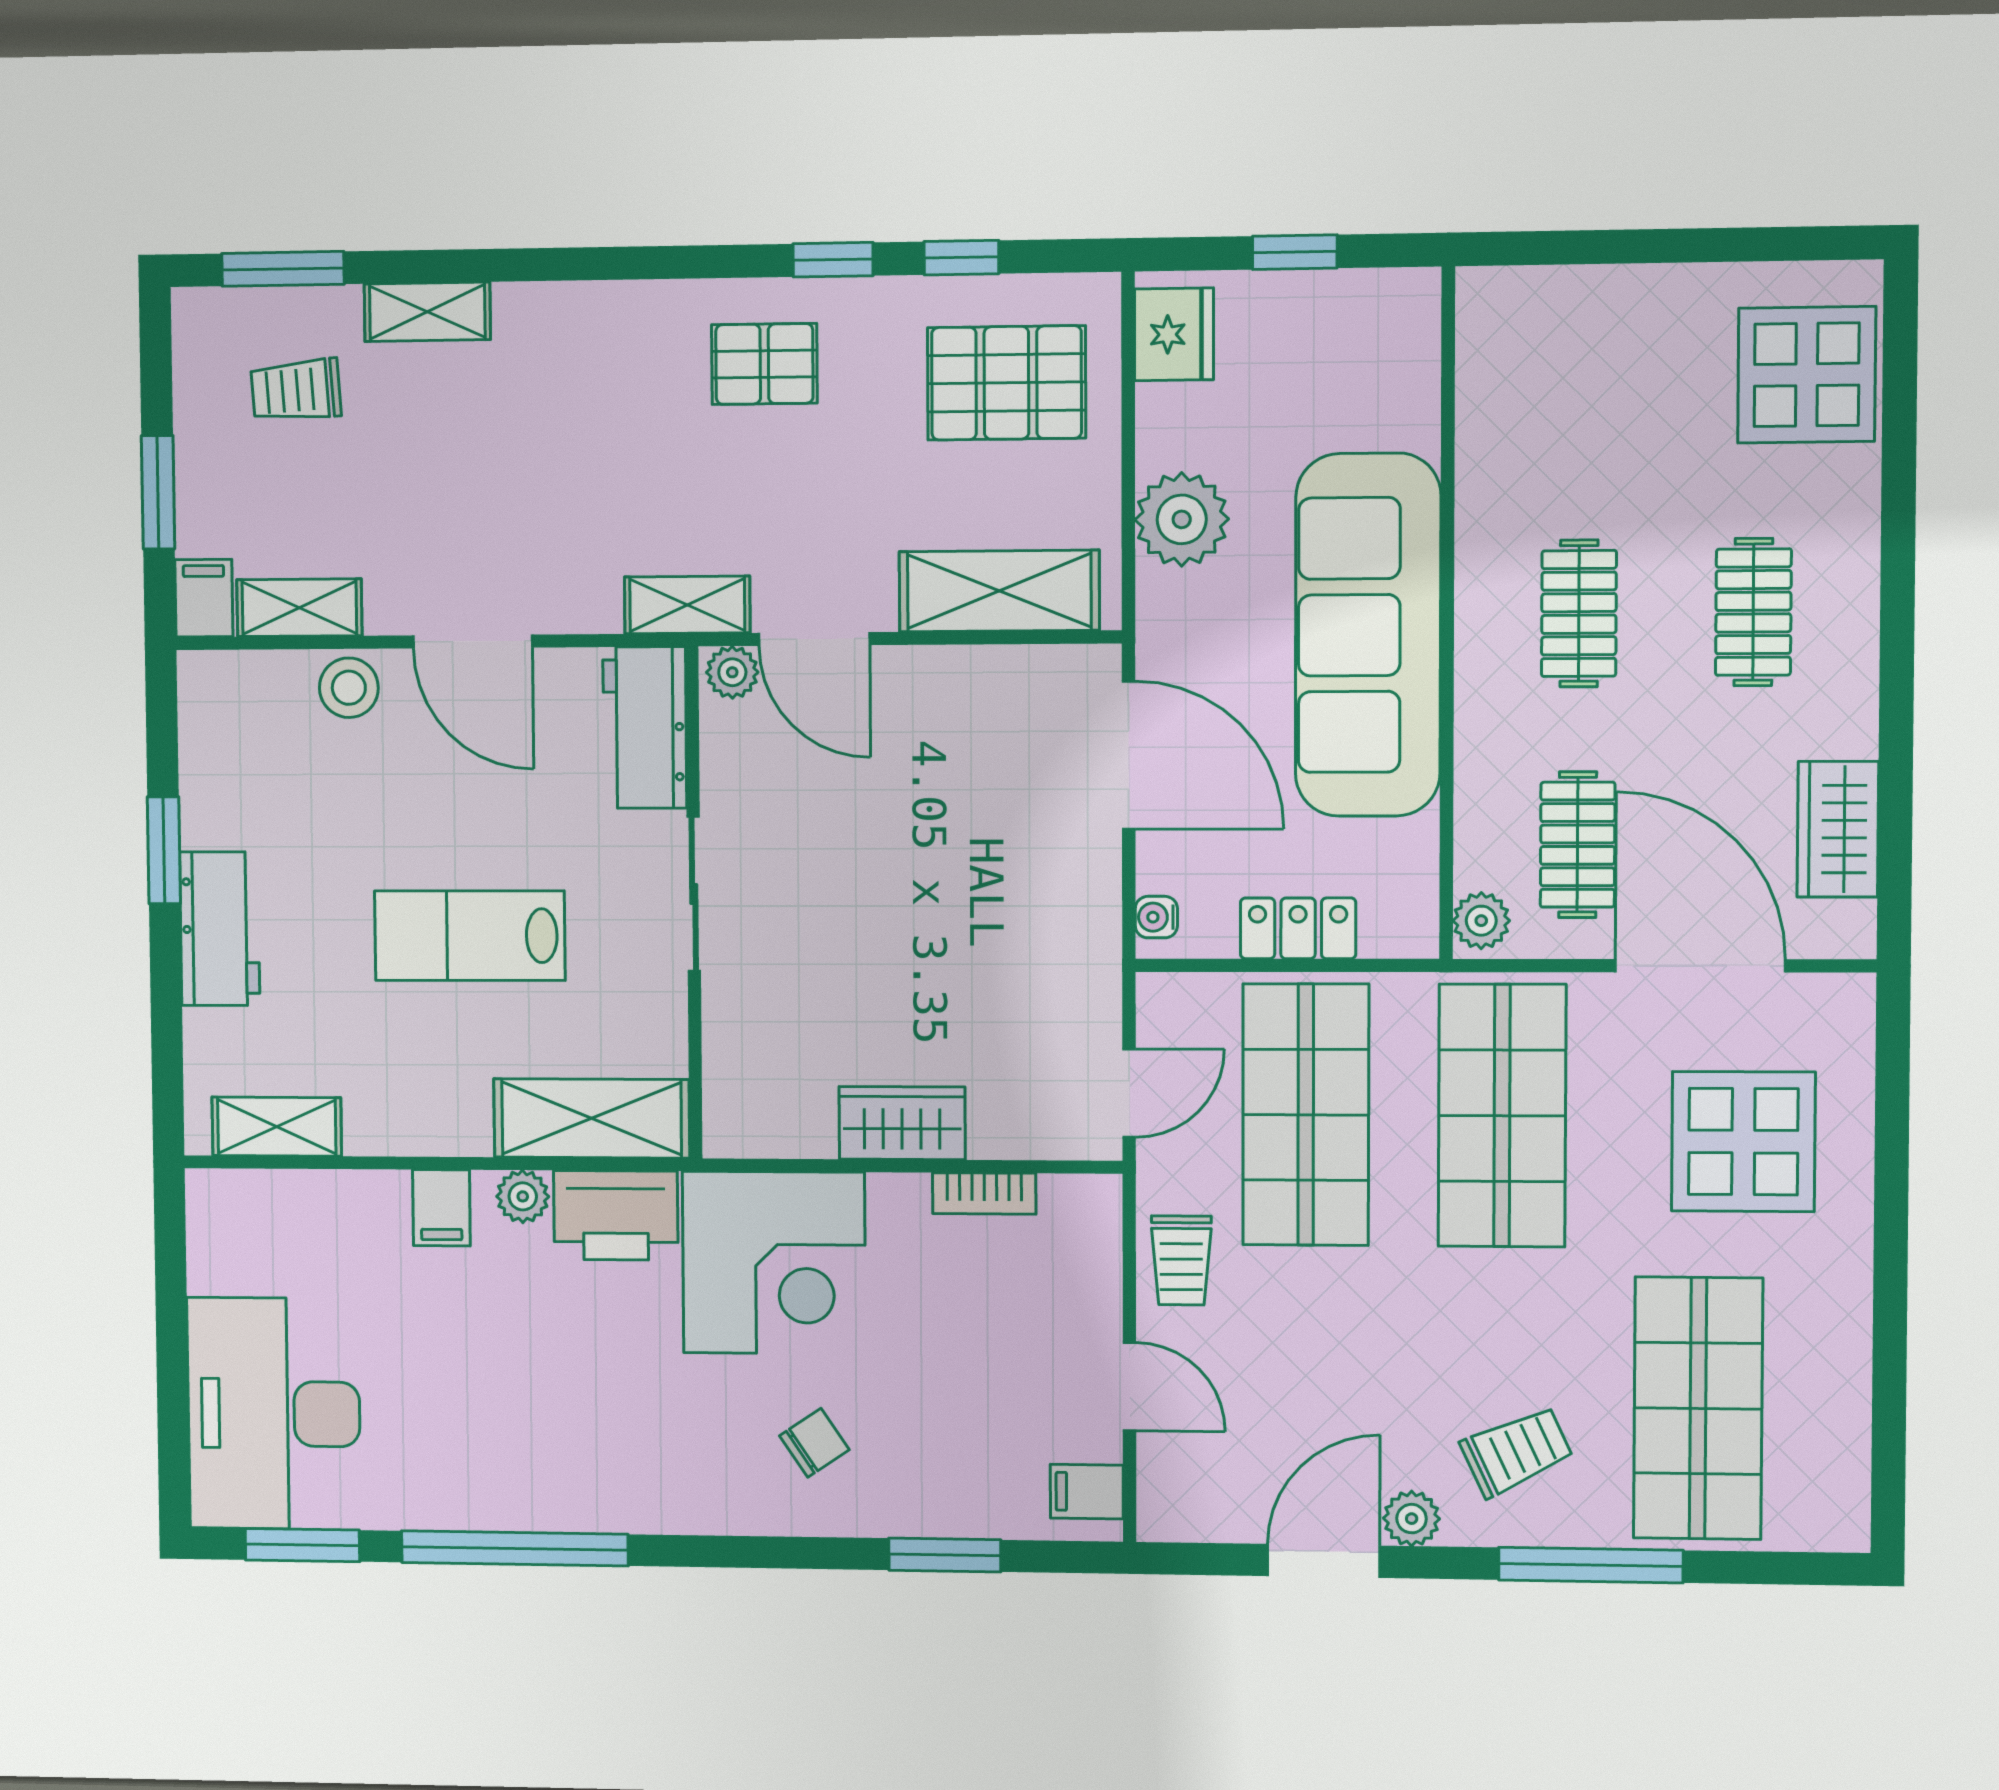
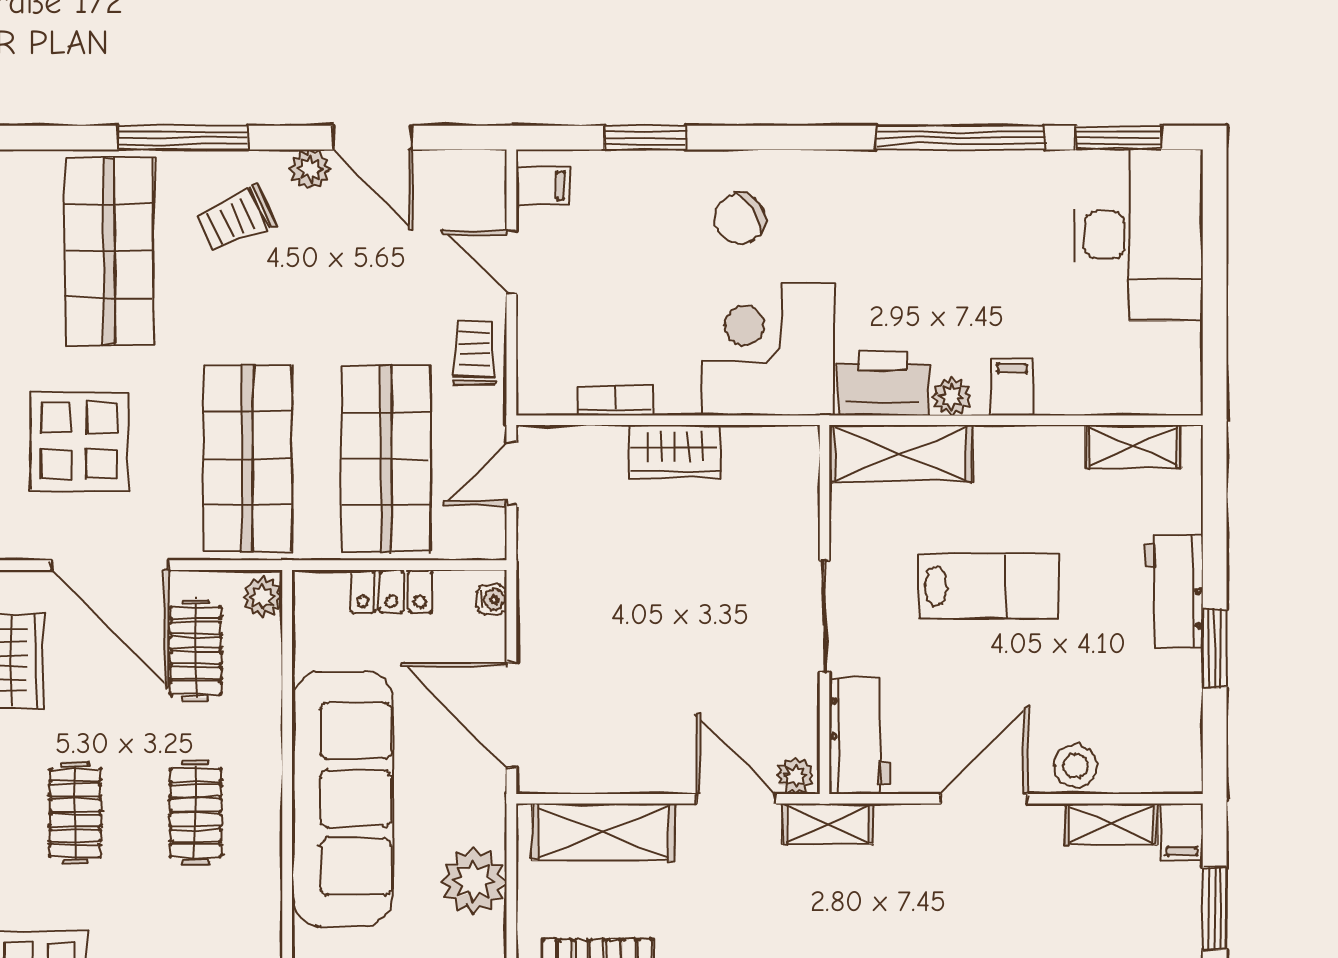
door: (473, 641) -> (984, 799), hinge flipped
chair: (814, 1443) -> (739, 218), width x1.37, depth x1.37
door: (1324, 1561) -> (372, 138), hinge flipped

